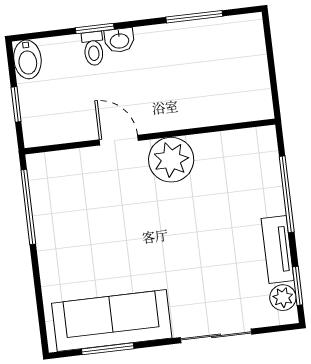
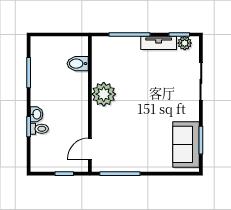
bidet: (27, 59) -> (78, 64), moved, turned 180
door: (119, 140) -> (90, 149), moved
sofa: (112, 321) -> (186, 144), width x0.73

